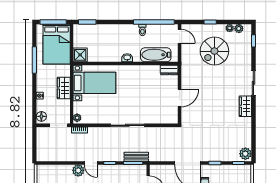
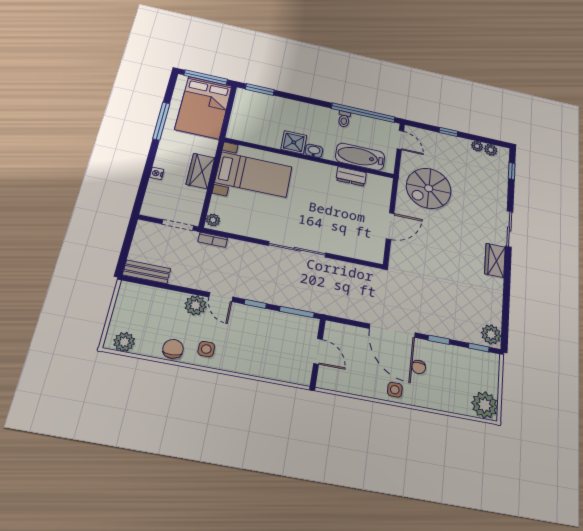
spiral stairs: (214, 51) -> (429, 188), moved
shower: (80, 55) -> (294, 142), moved
dresser: (169, 70) -> (351, 176), moved
floor lamp: (41, 116) -> (151, 205), removed
bench: (136, 157) -> (147, 272), moved

